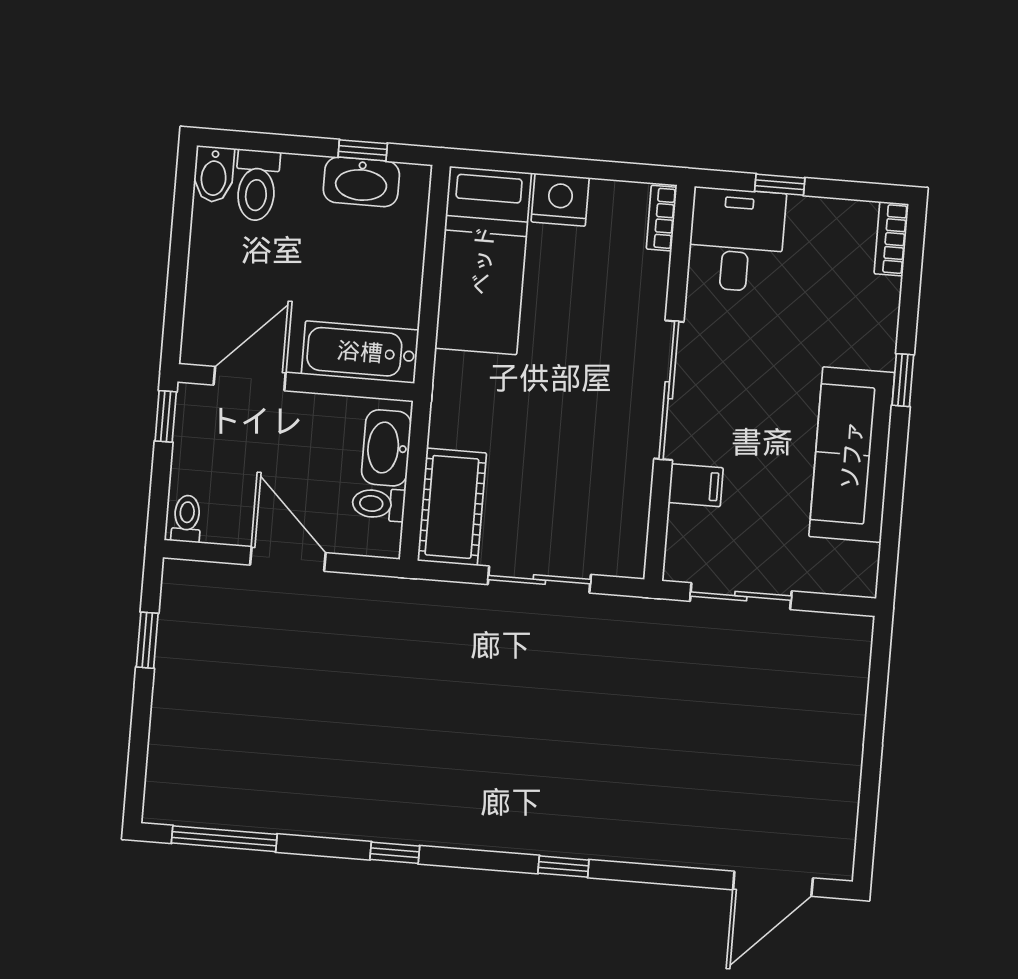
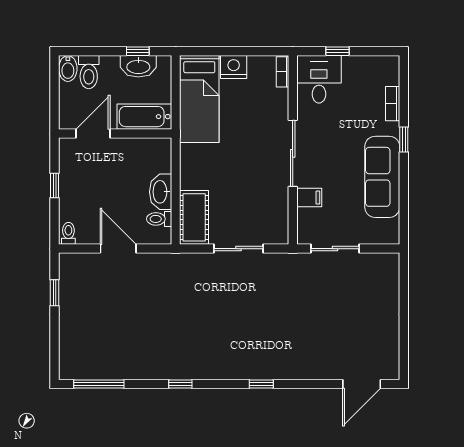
bookcase: (891, 239) -> (393, 104), moved
bathtub: (360, 352) -> (144, 117), moved
door: (250, 379) -> (93, 133), moved
wall: (296, 382) -> (115, 133), moved

